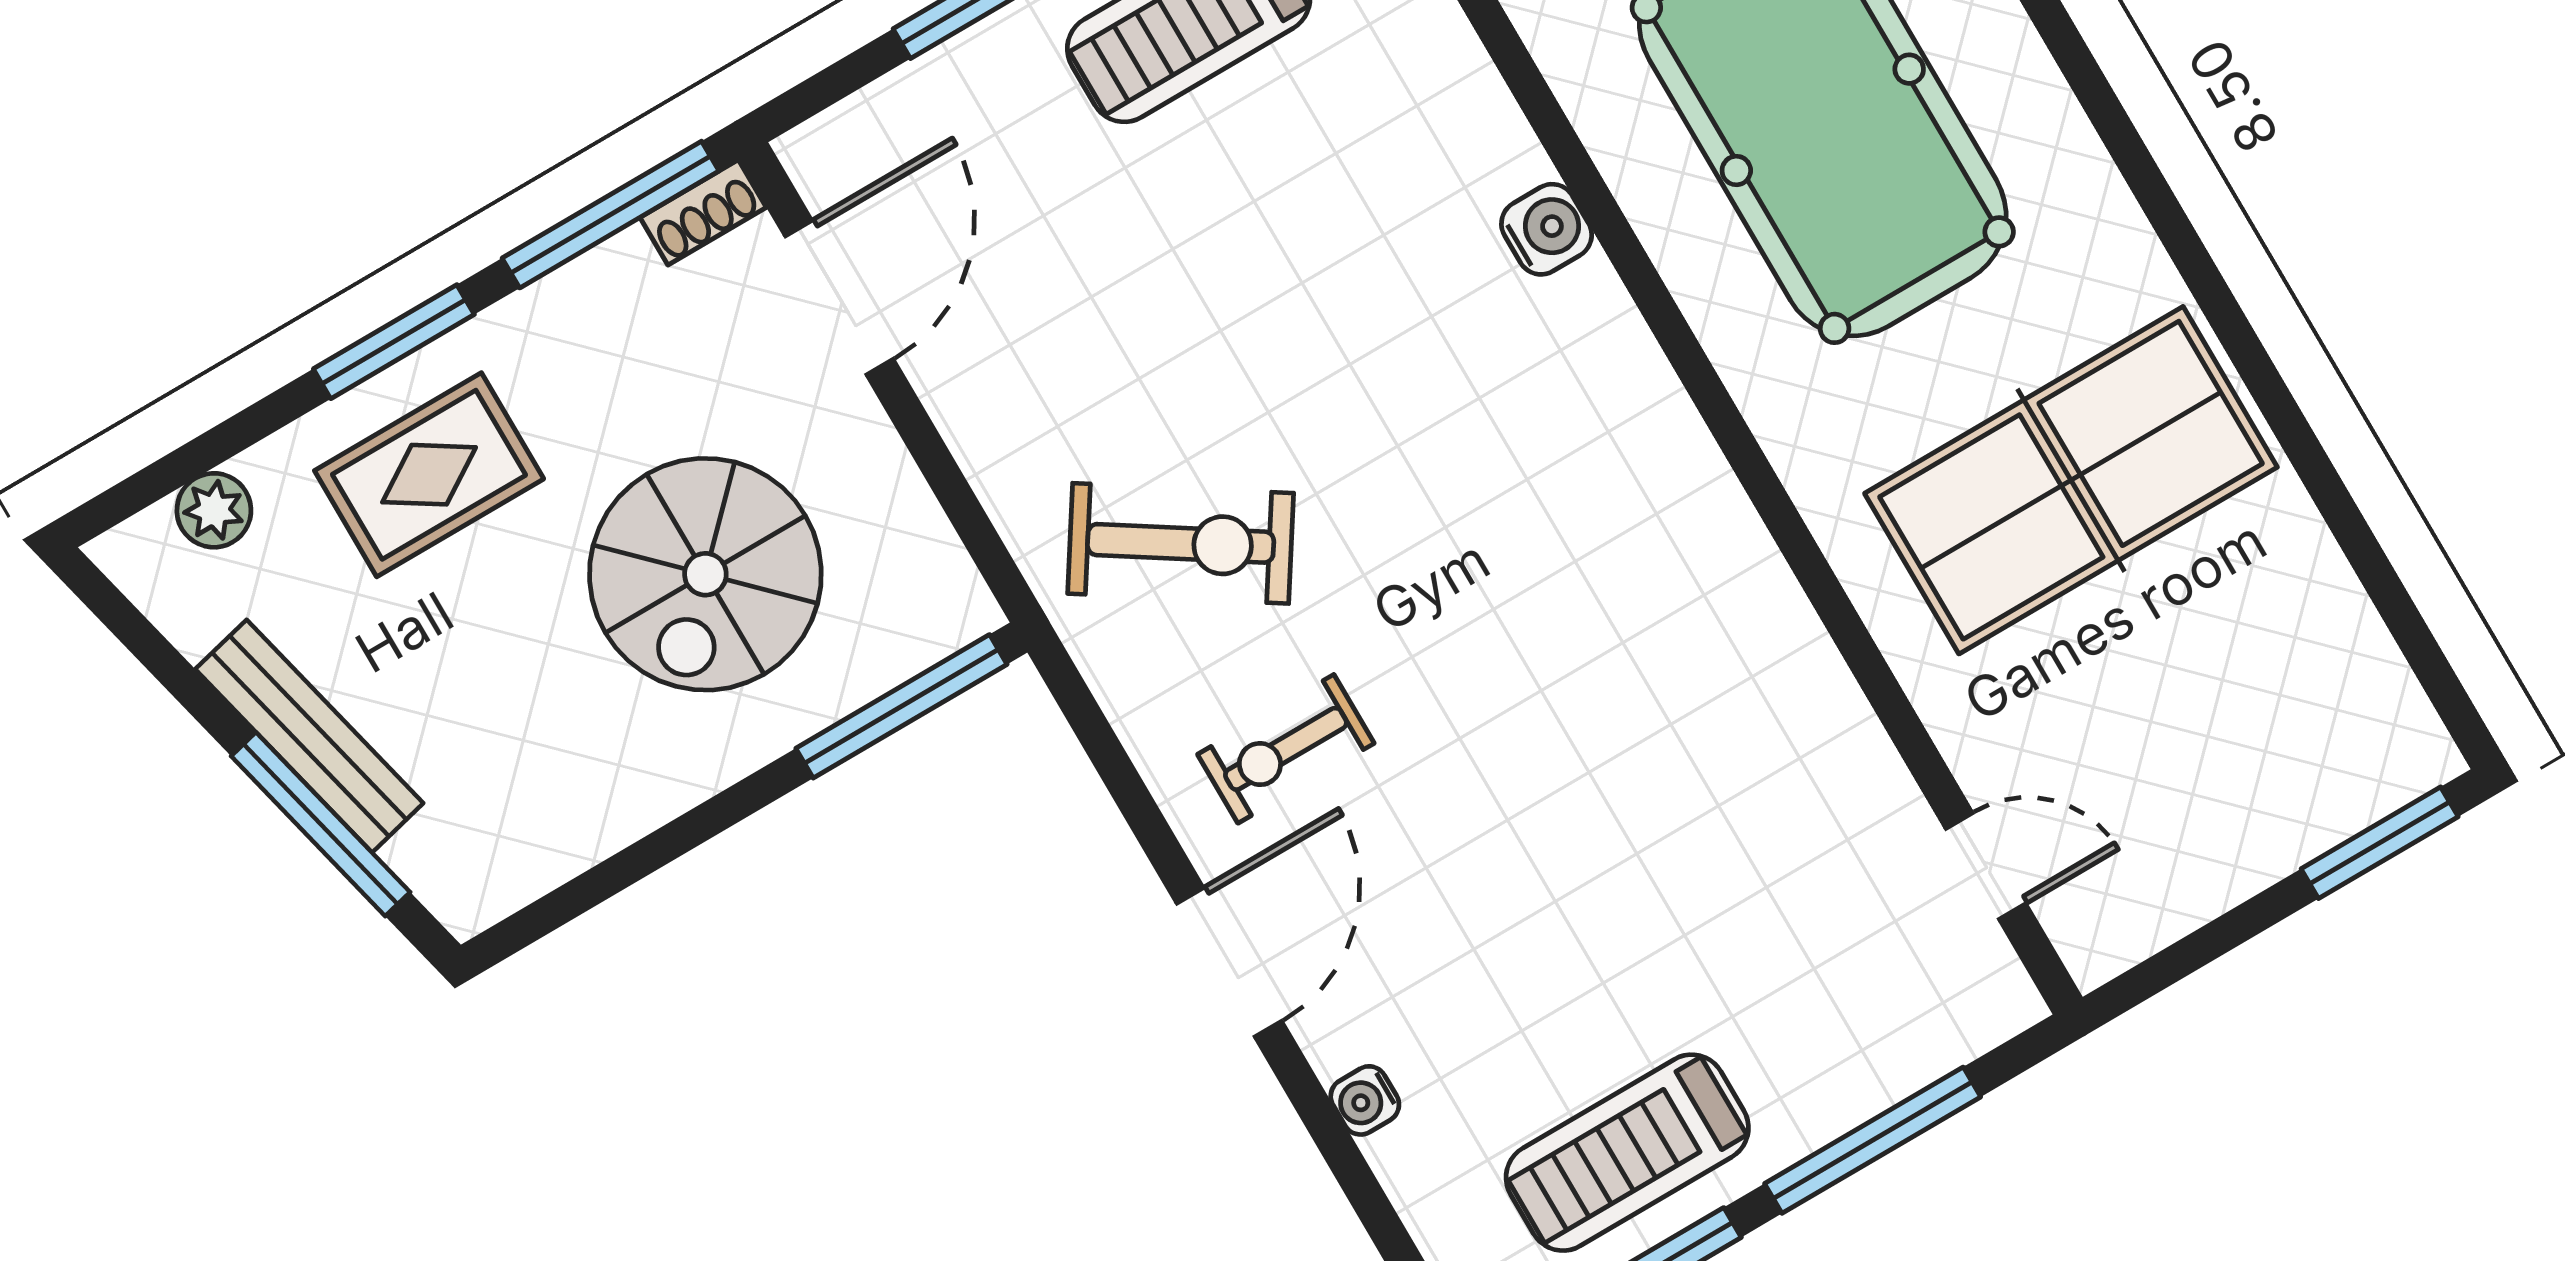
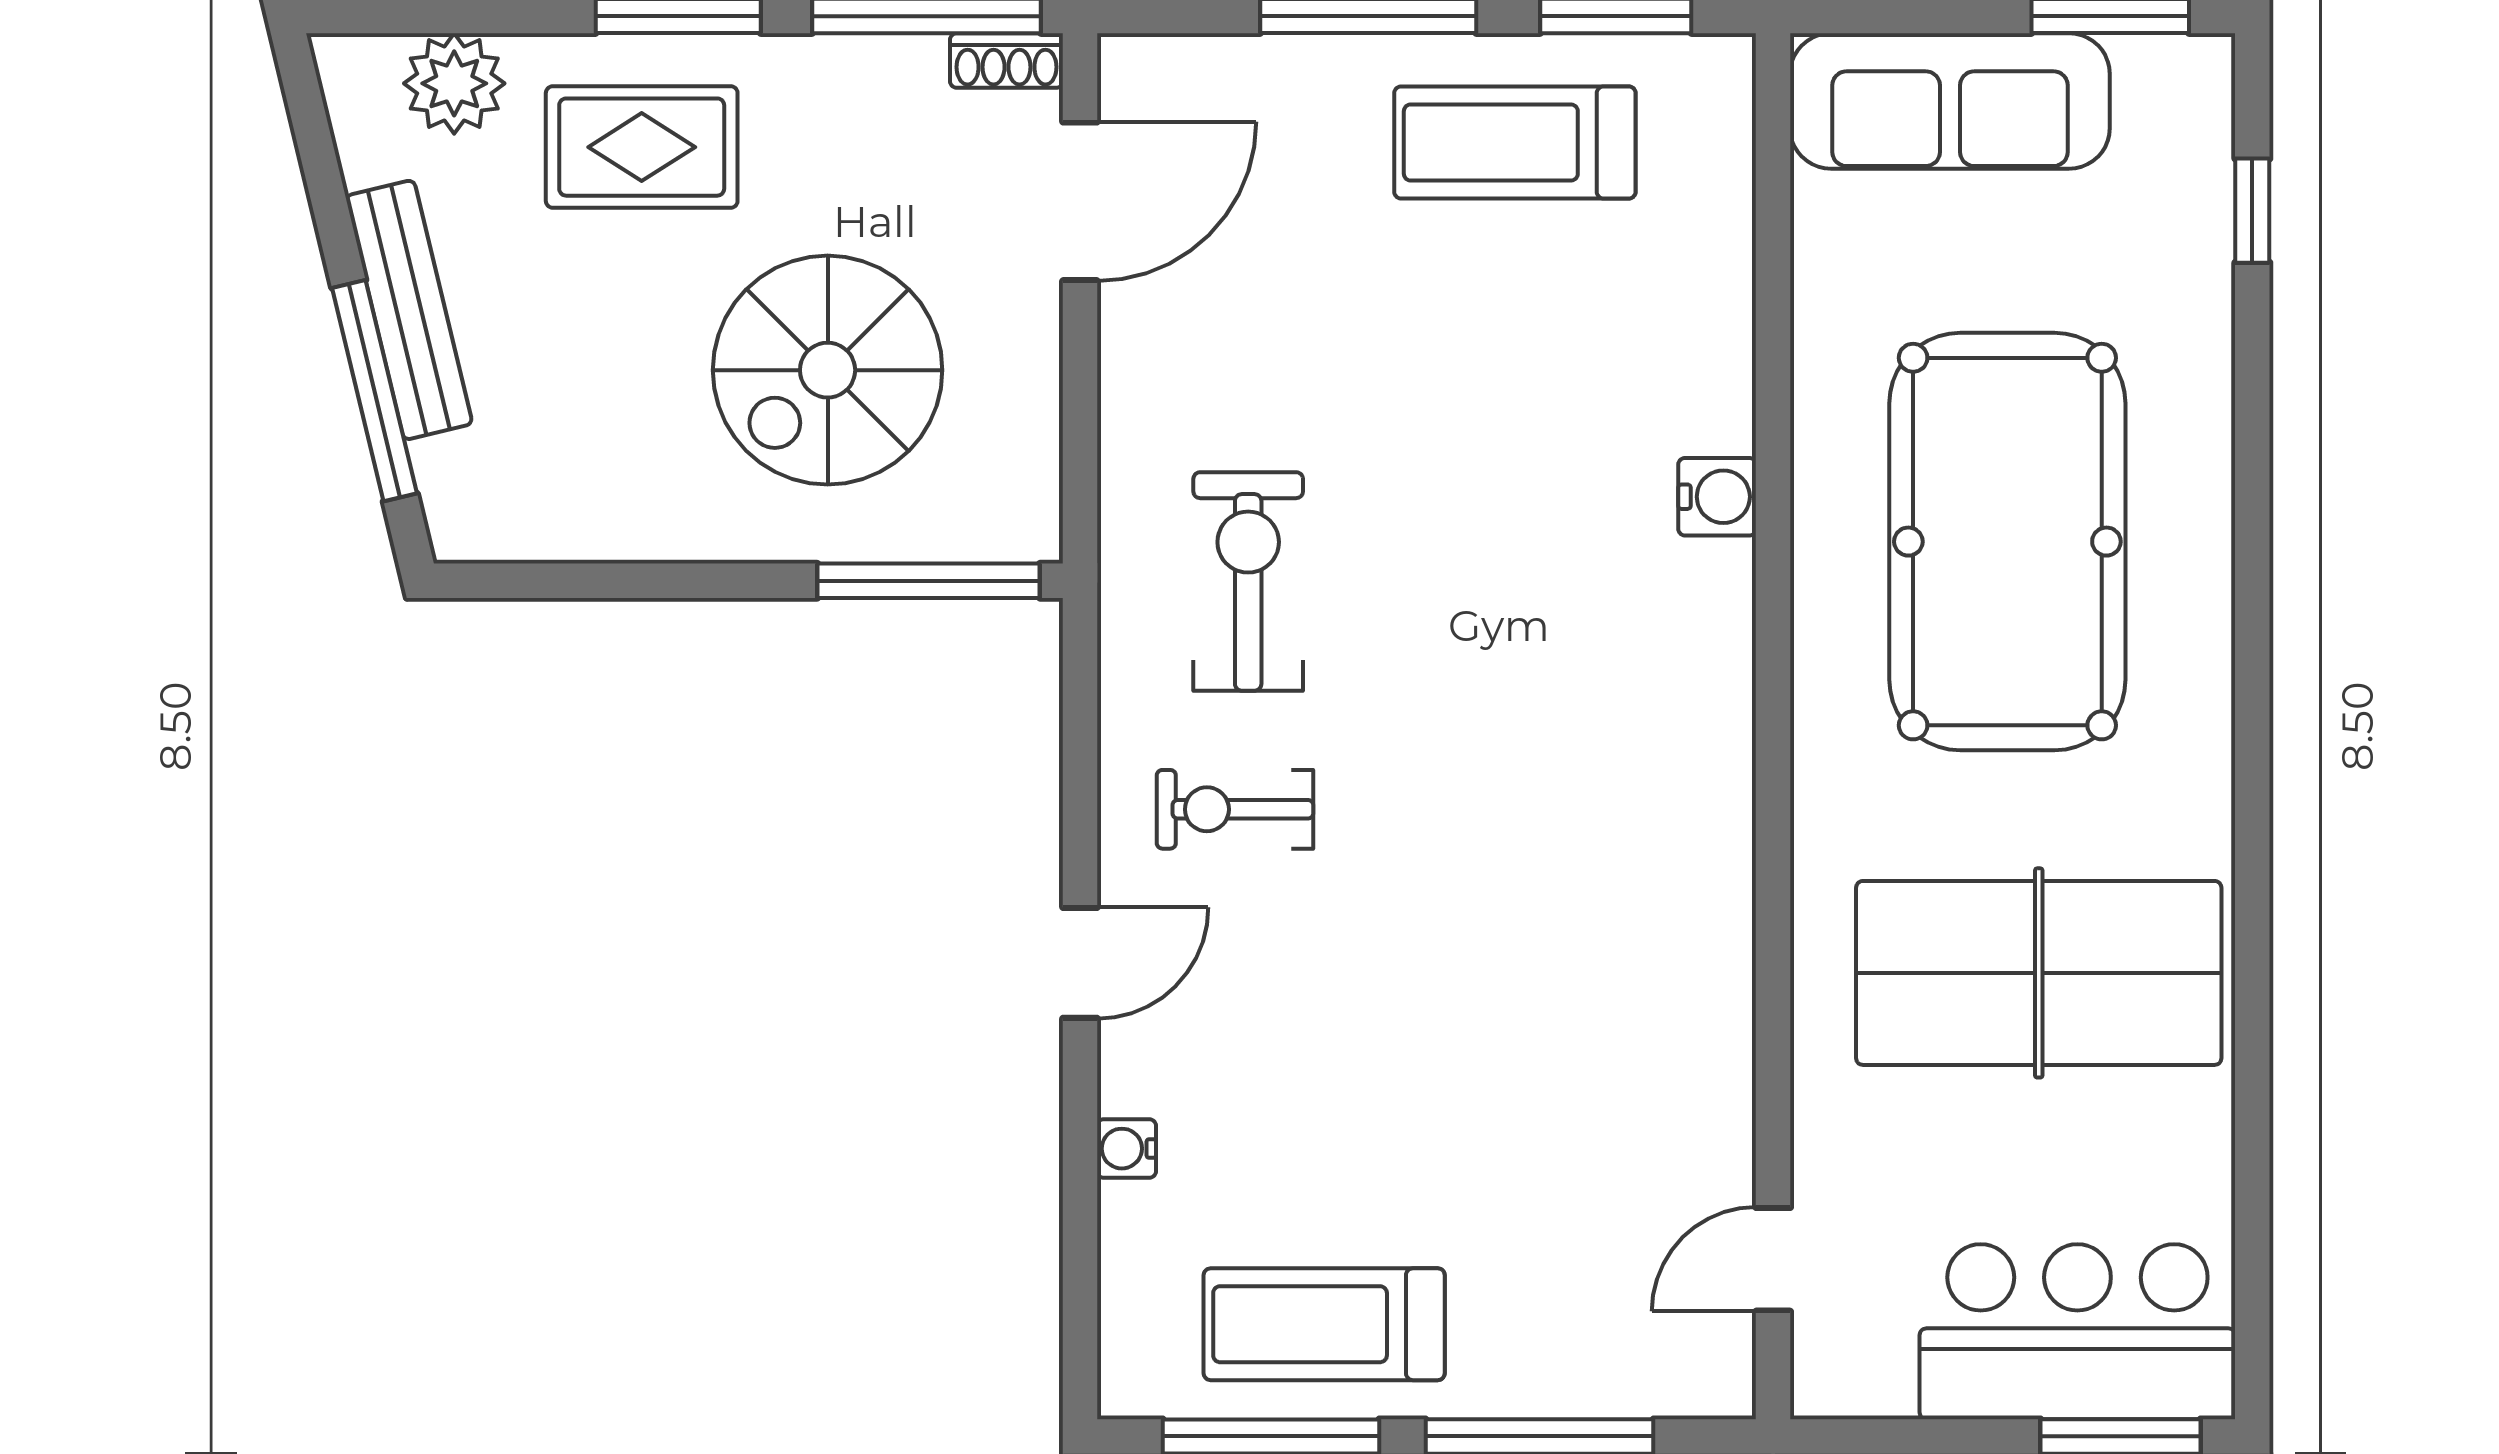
plant: (214, 510) -> (454, 83), width x1.38, depth x1.38
exercise bike: (1181, 543) -> (1248, 581), turned -123
bar counter: (2288, 773) -> (2077, 1332), added
door: (1986, 866) -> (1773, 1259), swing flipped
door: (1229, 962) -> (1080, 963), width x0.73

